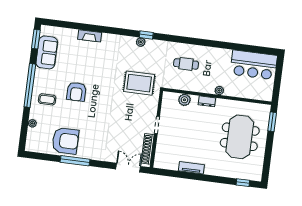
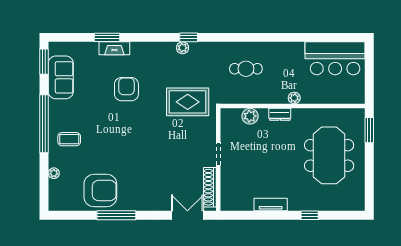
window: (85, 27) -> (107, 37), added
armchair: (76, 92) -> (126, 89), moved, turned 180
window: (243, 183) -> (310, 215), moved

